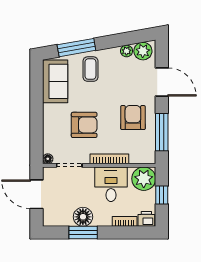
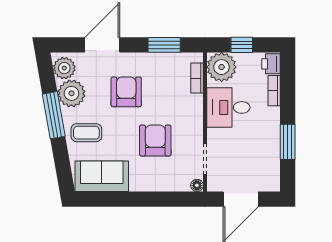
window: (76, 48) -> (54, 115), moved
plant: (127, 51) -> (71, 93), width x1.88, depth x1.88
armchair: (133, 118) -> (126, 92), moved, turned 90
window: (162, 132) -> (164, 45), width x0.69
bookcase: (109, 159) -> (197, 78), moved, width x0.64
floor lamp: (83, 217) -> (268, 142), removed

